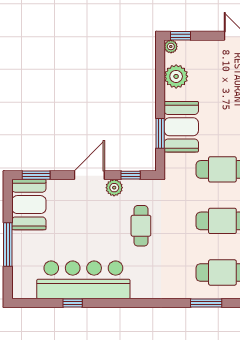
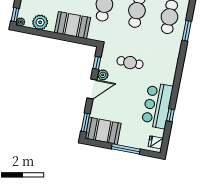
window: (160, 133) -> (74, 39), removed
door: (89, 175) -> (92, 89), swing flipped
bar counter: (83, 280) -> (157, 106), width x0.73
fridge: (27, 288) -> (156, 142), added

